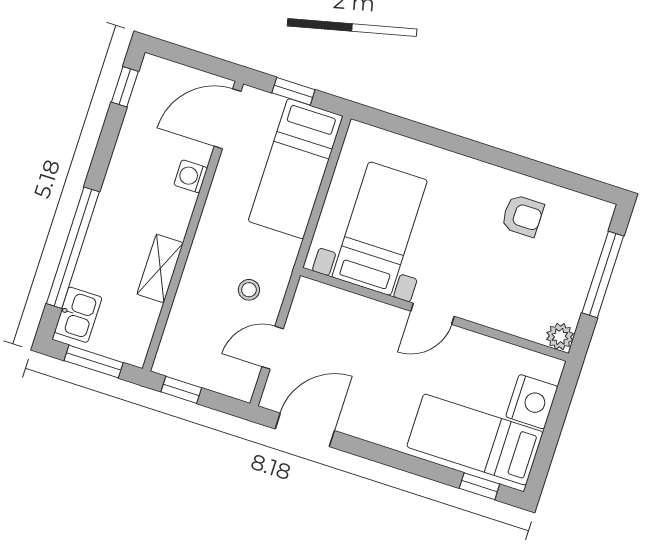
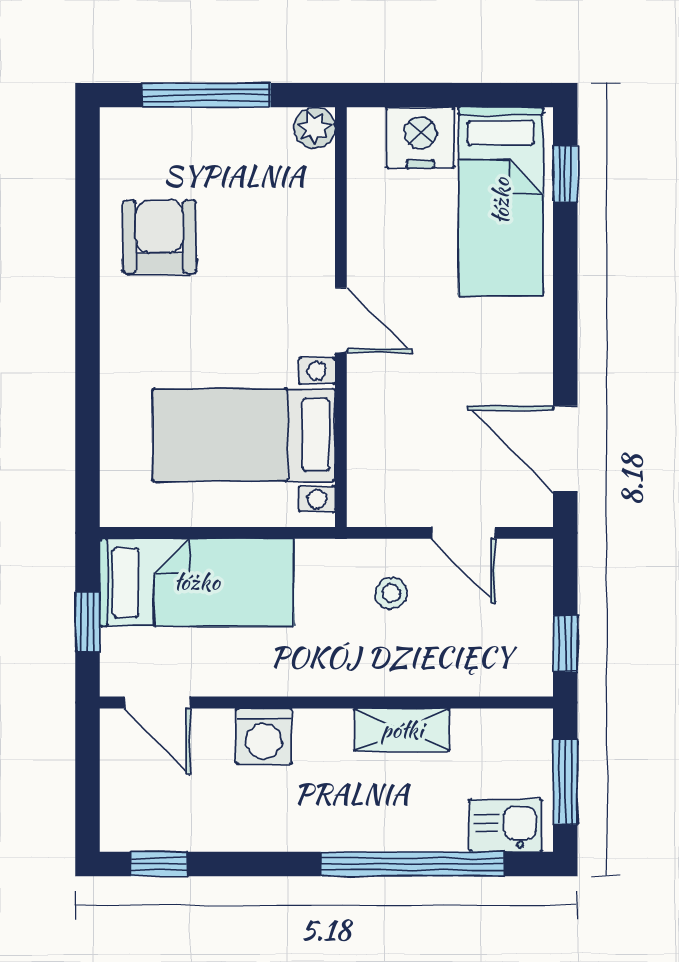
door: (228, 119) -> (157, 703), width x0.73
washing machine: (191, 176) -> (264, 736), width x1.38, depth x1.38
armchair: (522, 216) -> (159, 237), width x1.38, depth x1.38

